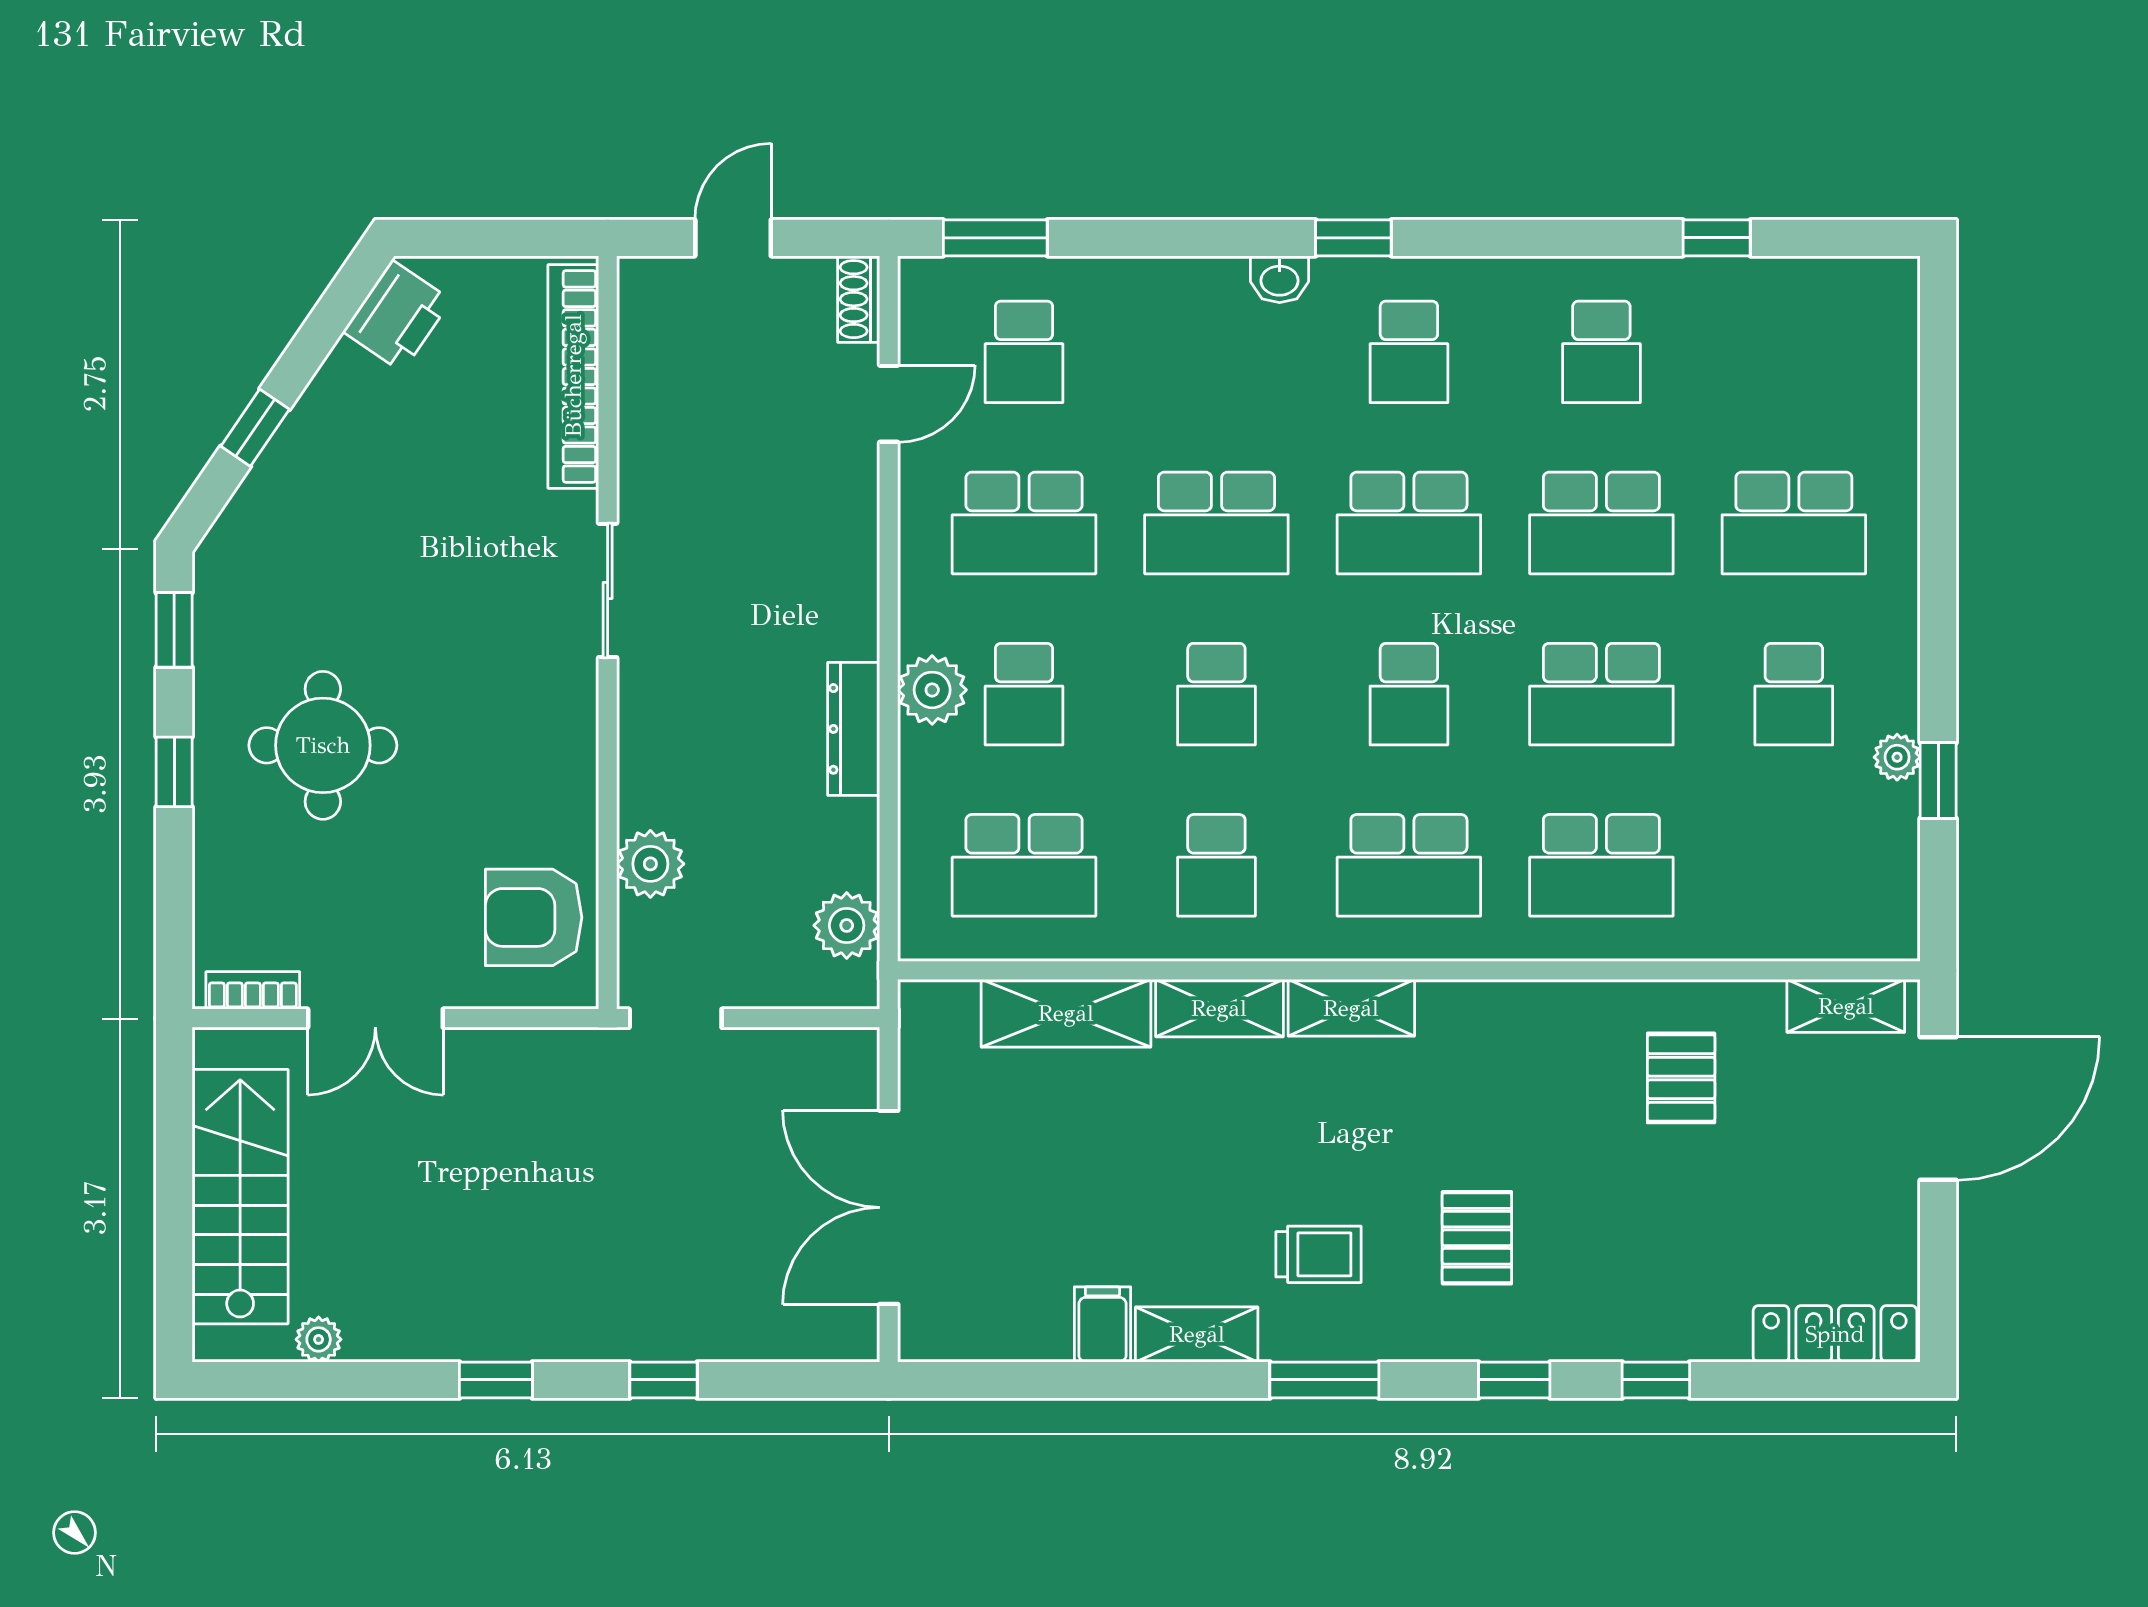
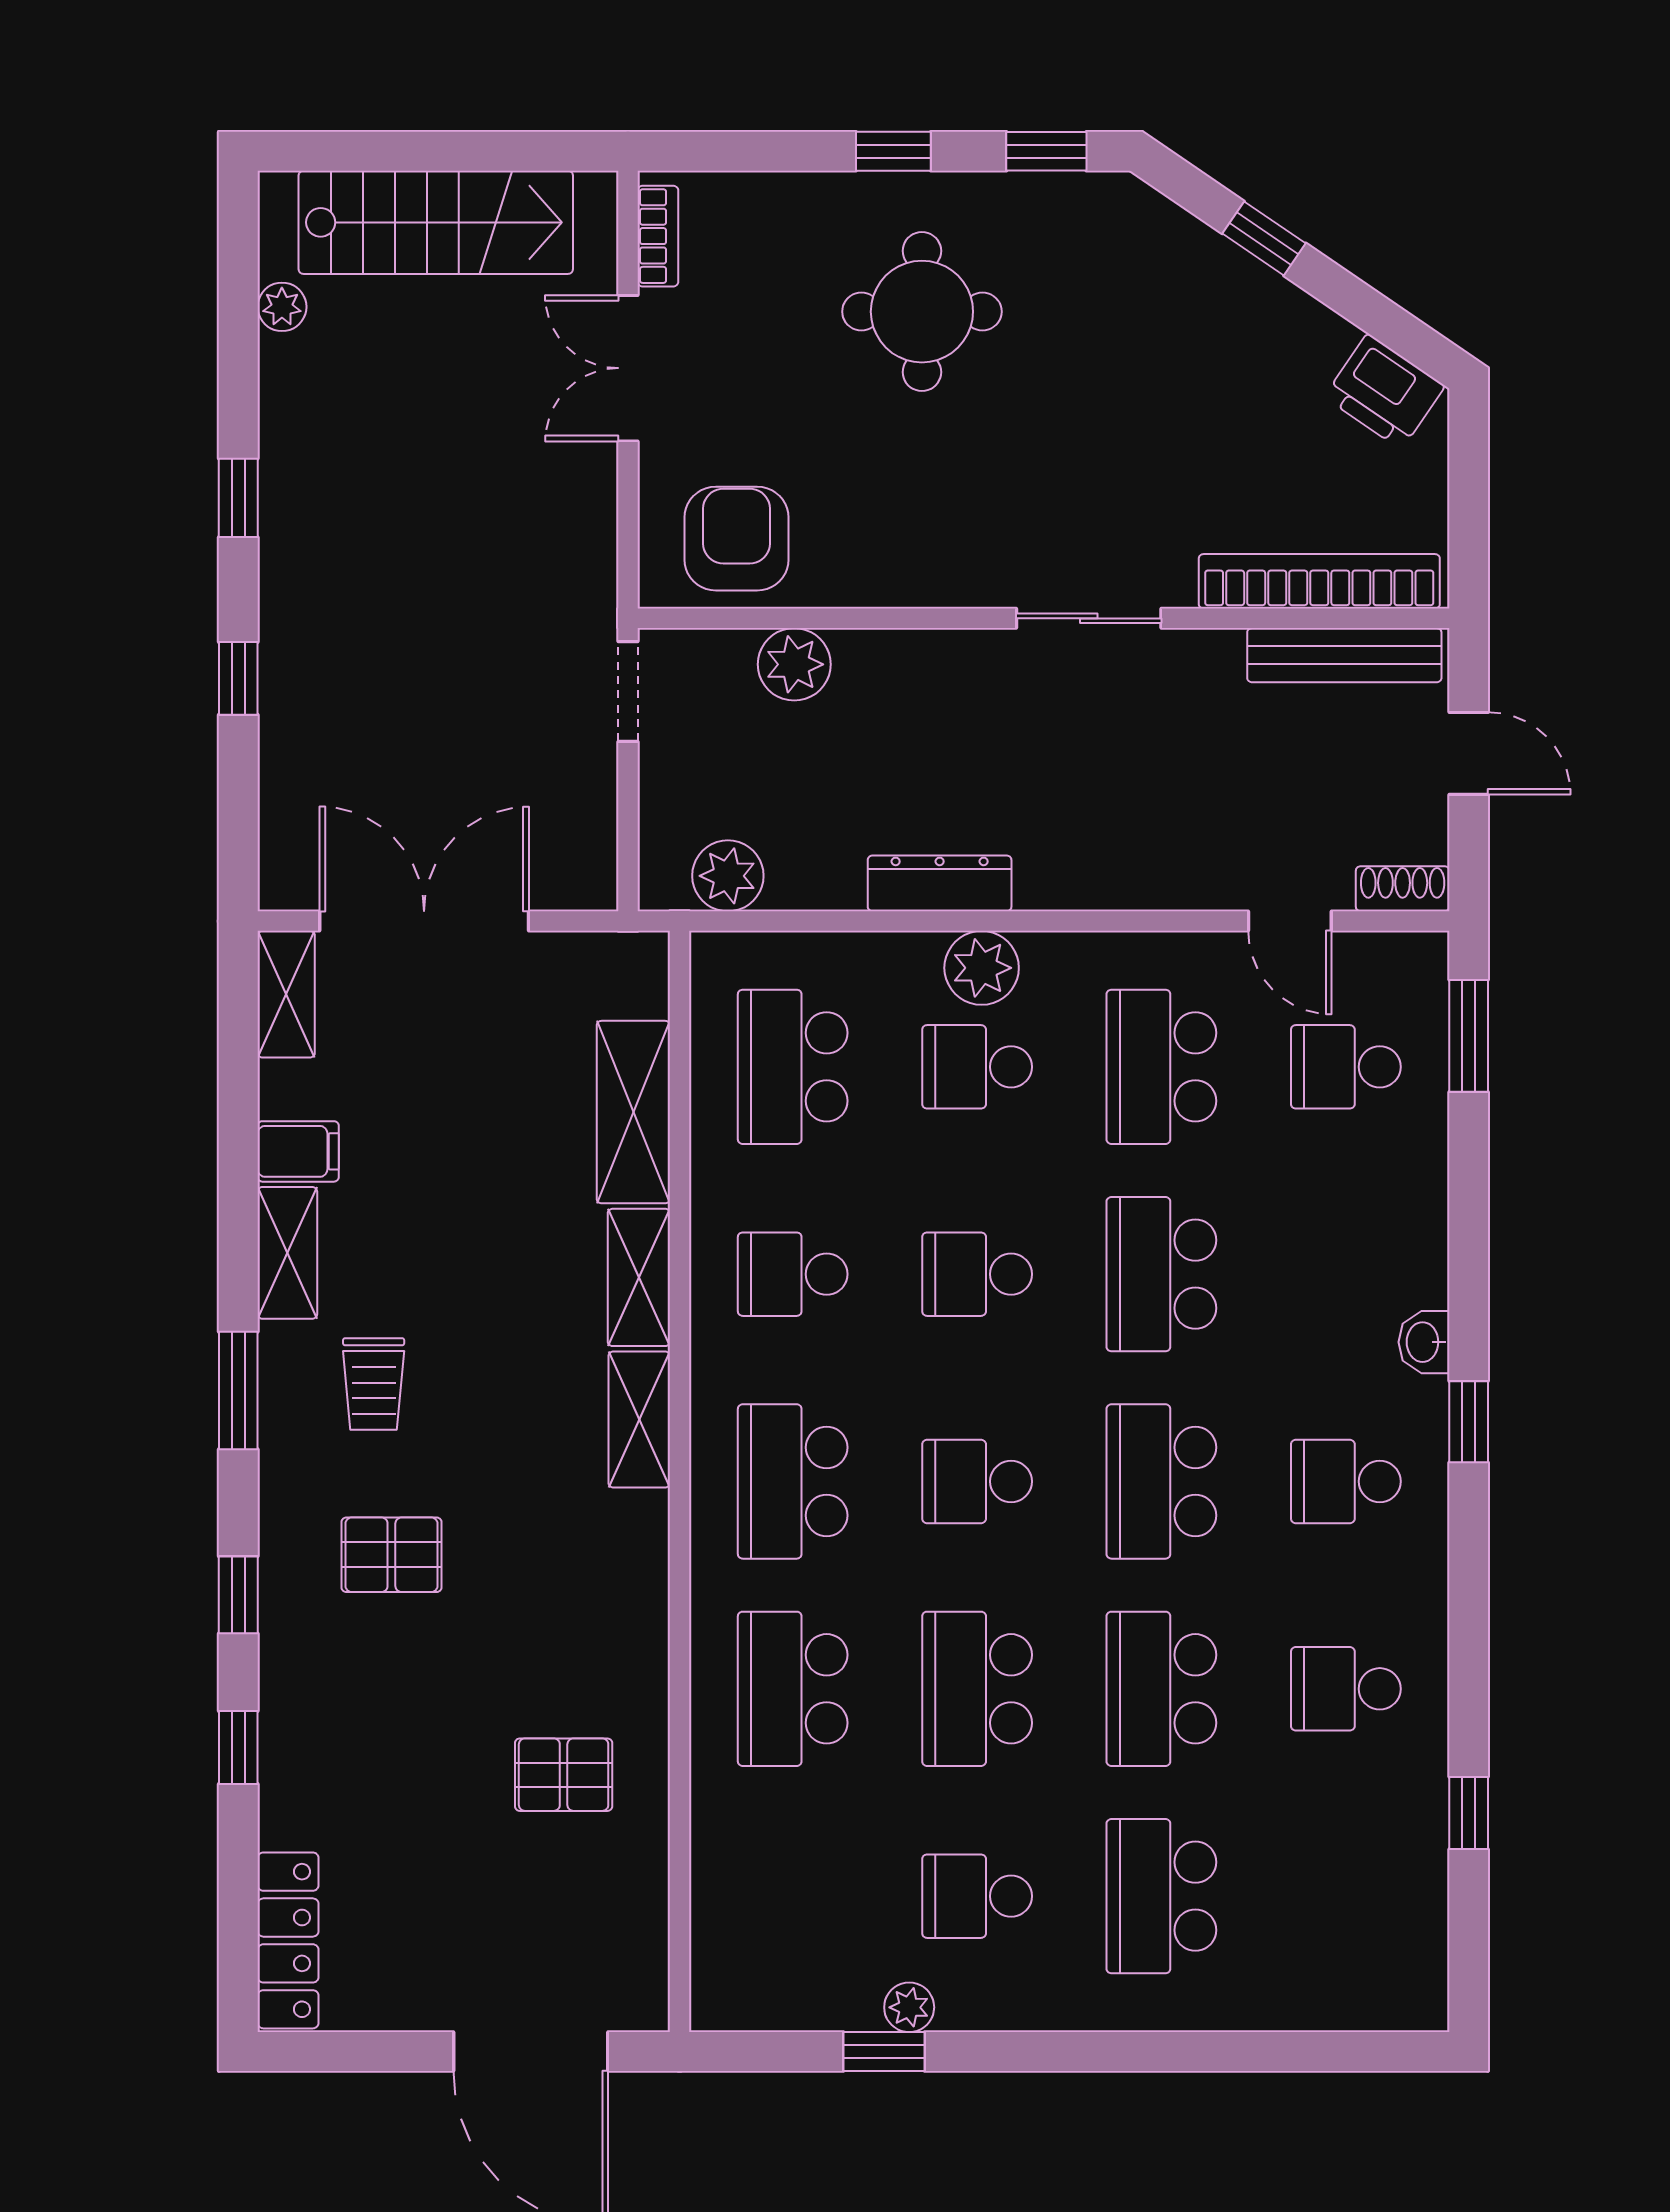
bench: (642, 353) -> (1344, 655), added
shelving: (1846, 1006) -> (286, 994), moved

